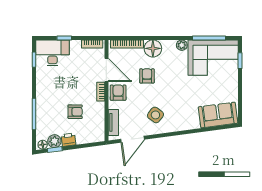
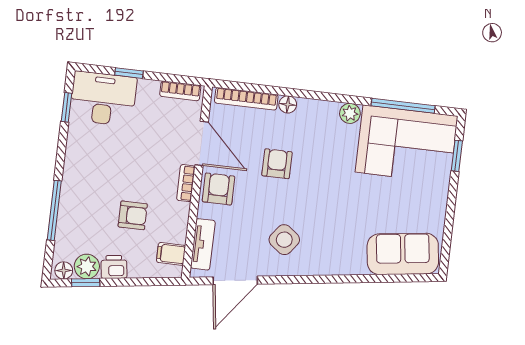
floor lamp: (153, 48) -> (288, 104), width x0.53, depth x0.53
filing cabinet: (97, 129) -> (171, 254), added

